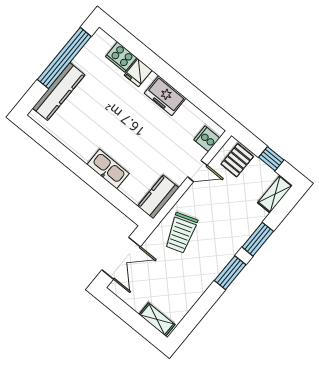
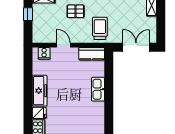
freezer: (165, 96) -> (40, 91), width x1.40
pallet: (237, 160) -> (76, 11), moved
trolley: (181, 233) -> (100, 28), turned -71

